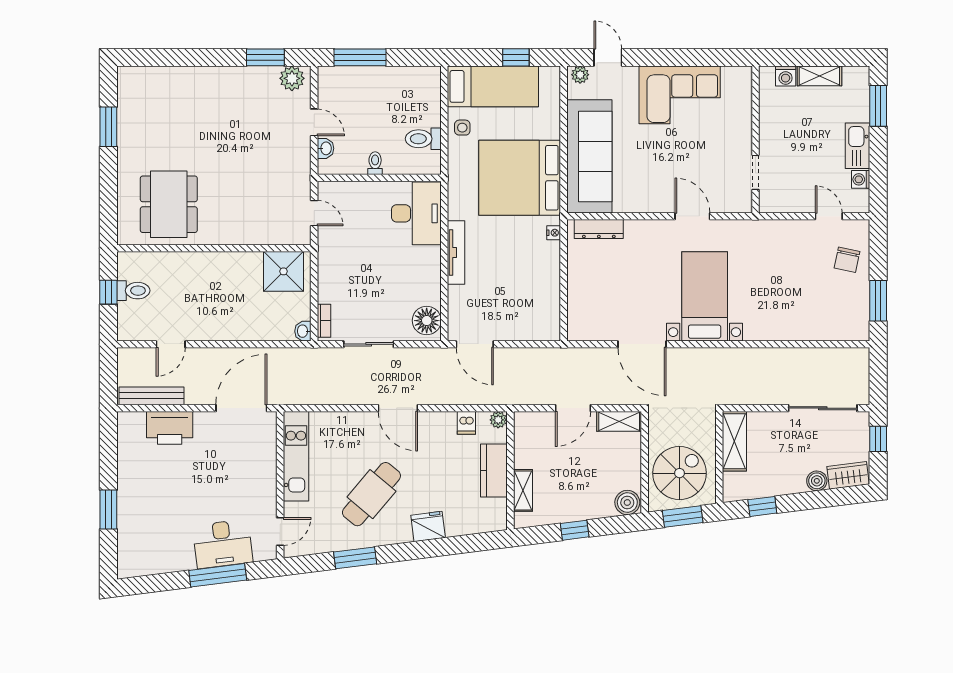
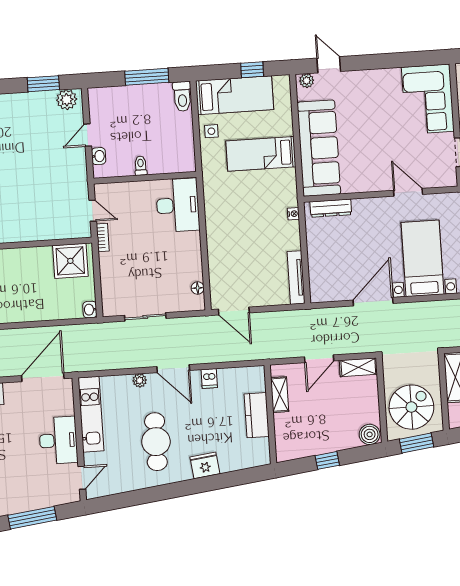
window: (360, 57) -> (147, 77), moved
corner sofa: (680, 95) -> (428, 99), moved, turned 90
door: (314, 122) -> (88, 135), swing flipped
toilet: (423, 139) -> (182, 96), moved, turned -90
bed: (520, 178) -> (261, 154), width x0.49
tv unit: (456, 253) -> (296, 278), moved, turned 180
bookcase: (324, 321) -> (103, 238), moved
floor lamp: (427, 321) -> (198, 288), width x0.53, depth x0.53
door: (642, 344) -> (373, 302), swing flipped
plant: (498, 420) -> (140, 380), moved
dishwasher: (466, 423) -> (209, 378), moved
shelving: (523, 490) -> (280, 395), moved
cafe table: (371, 494) -> (156, 442), turned -40
desk: (223, 544) -> (58, 440), moved, turned -83
window: (355, 558) -> (146, 496), removed

